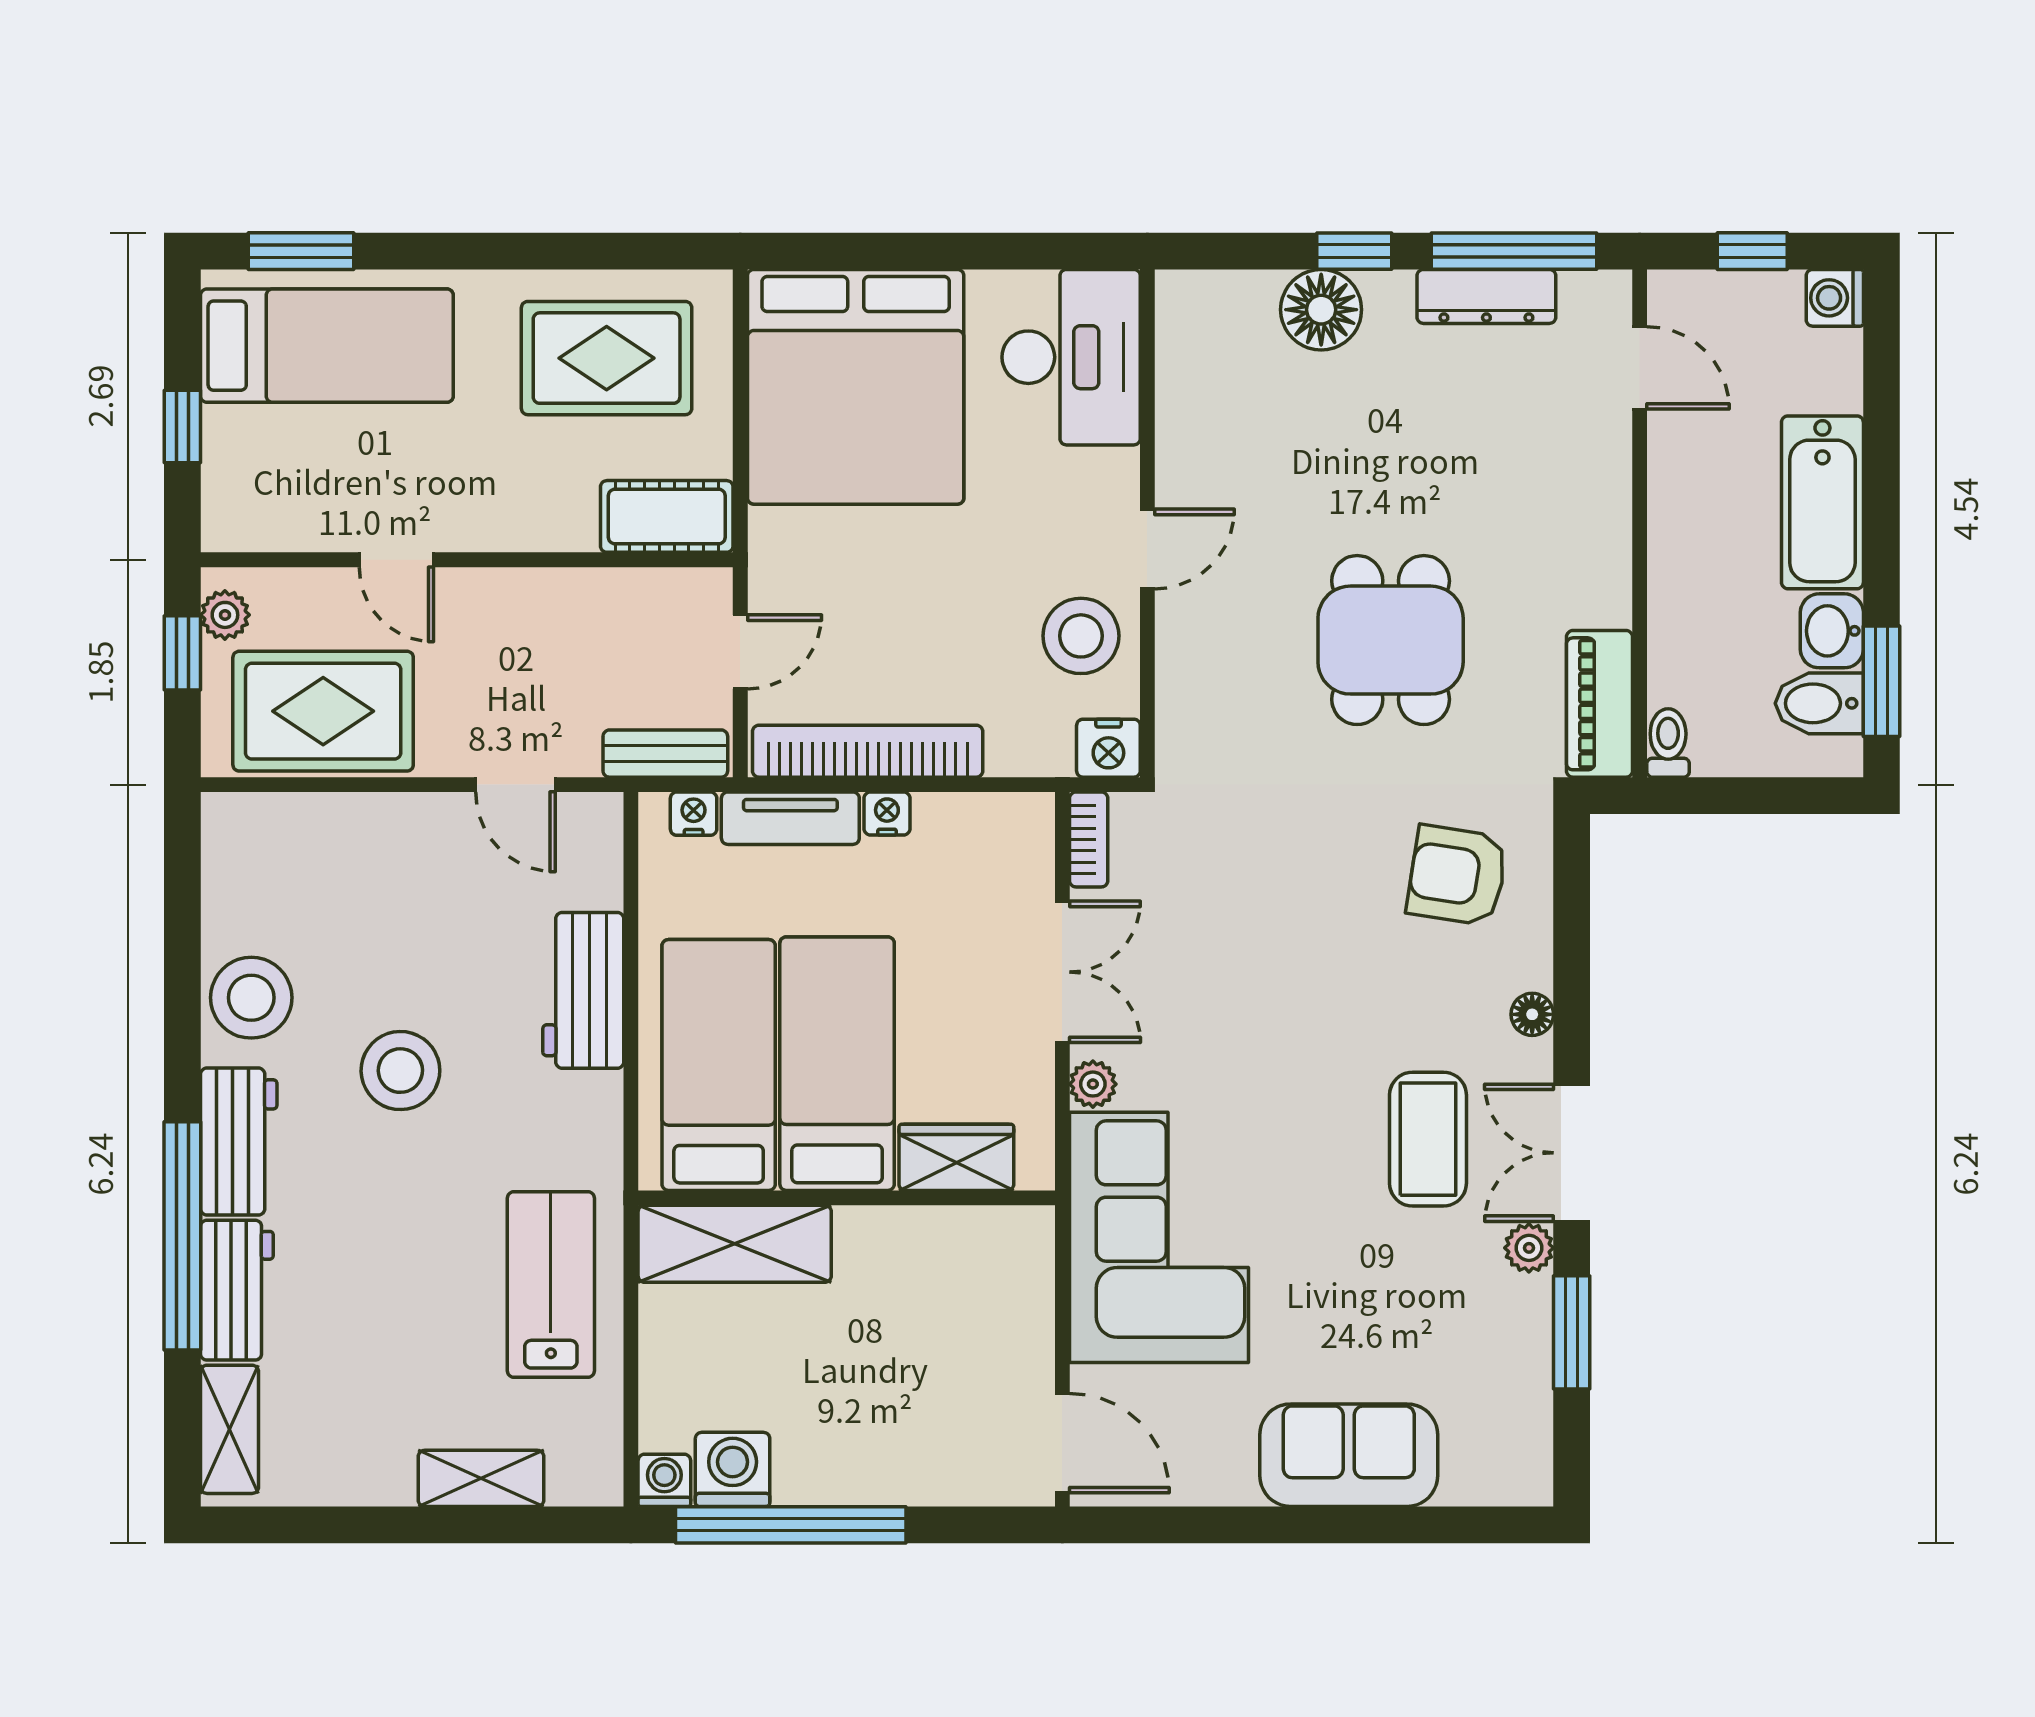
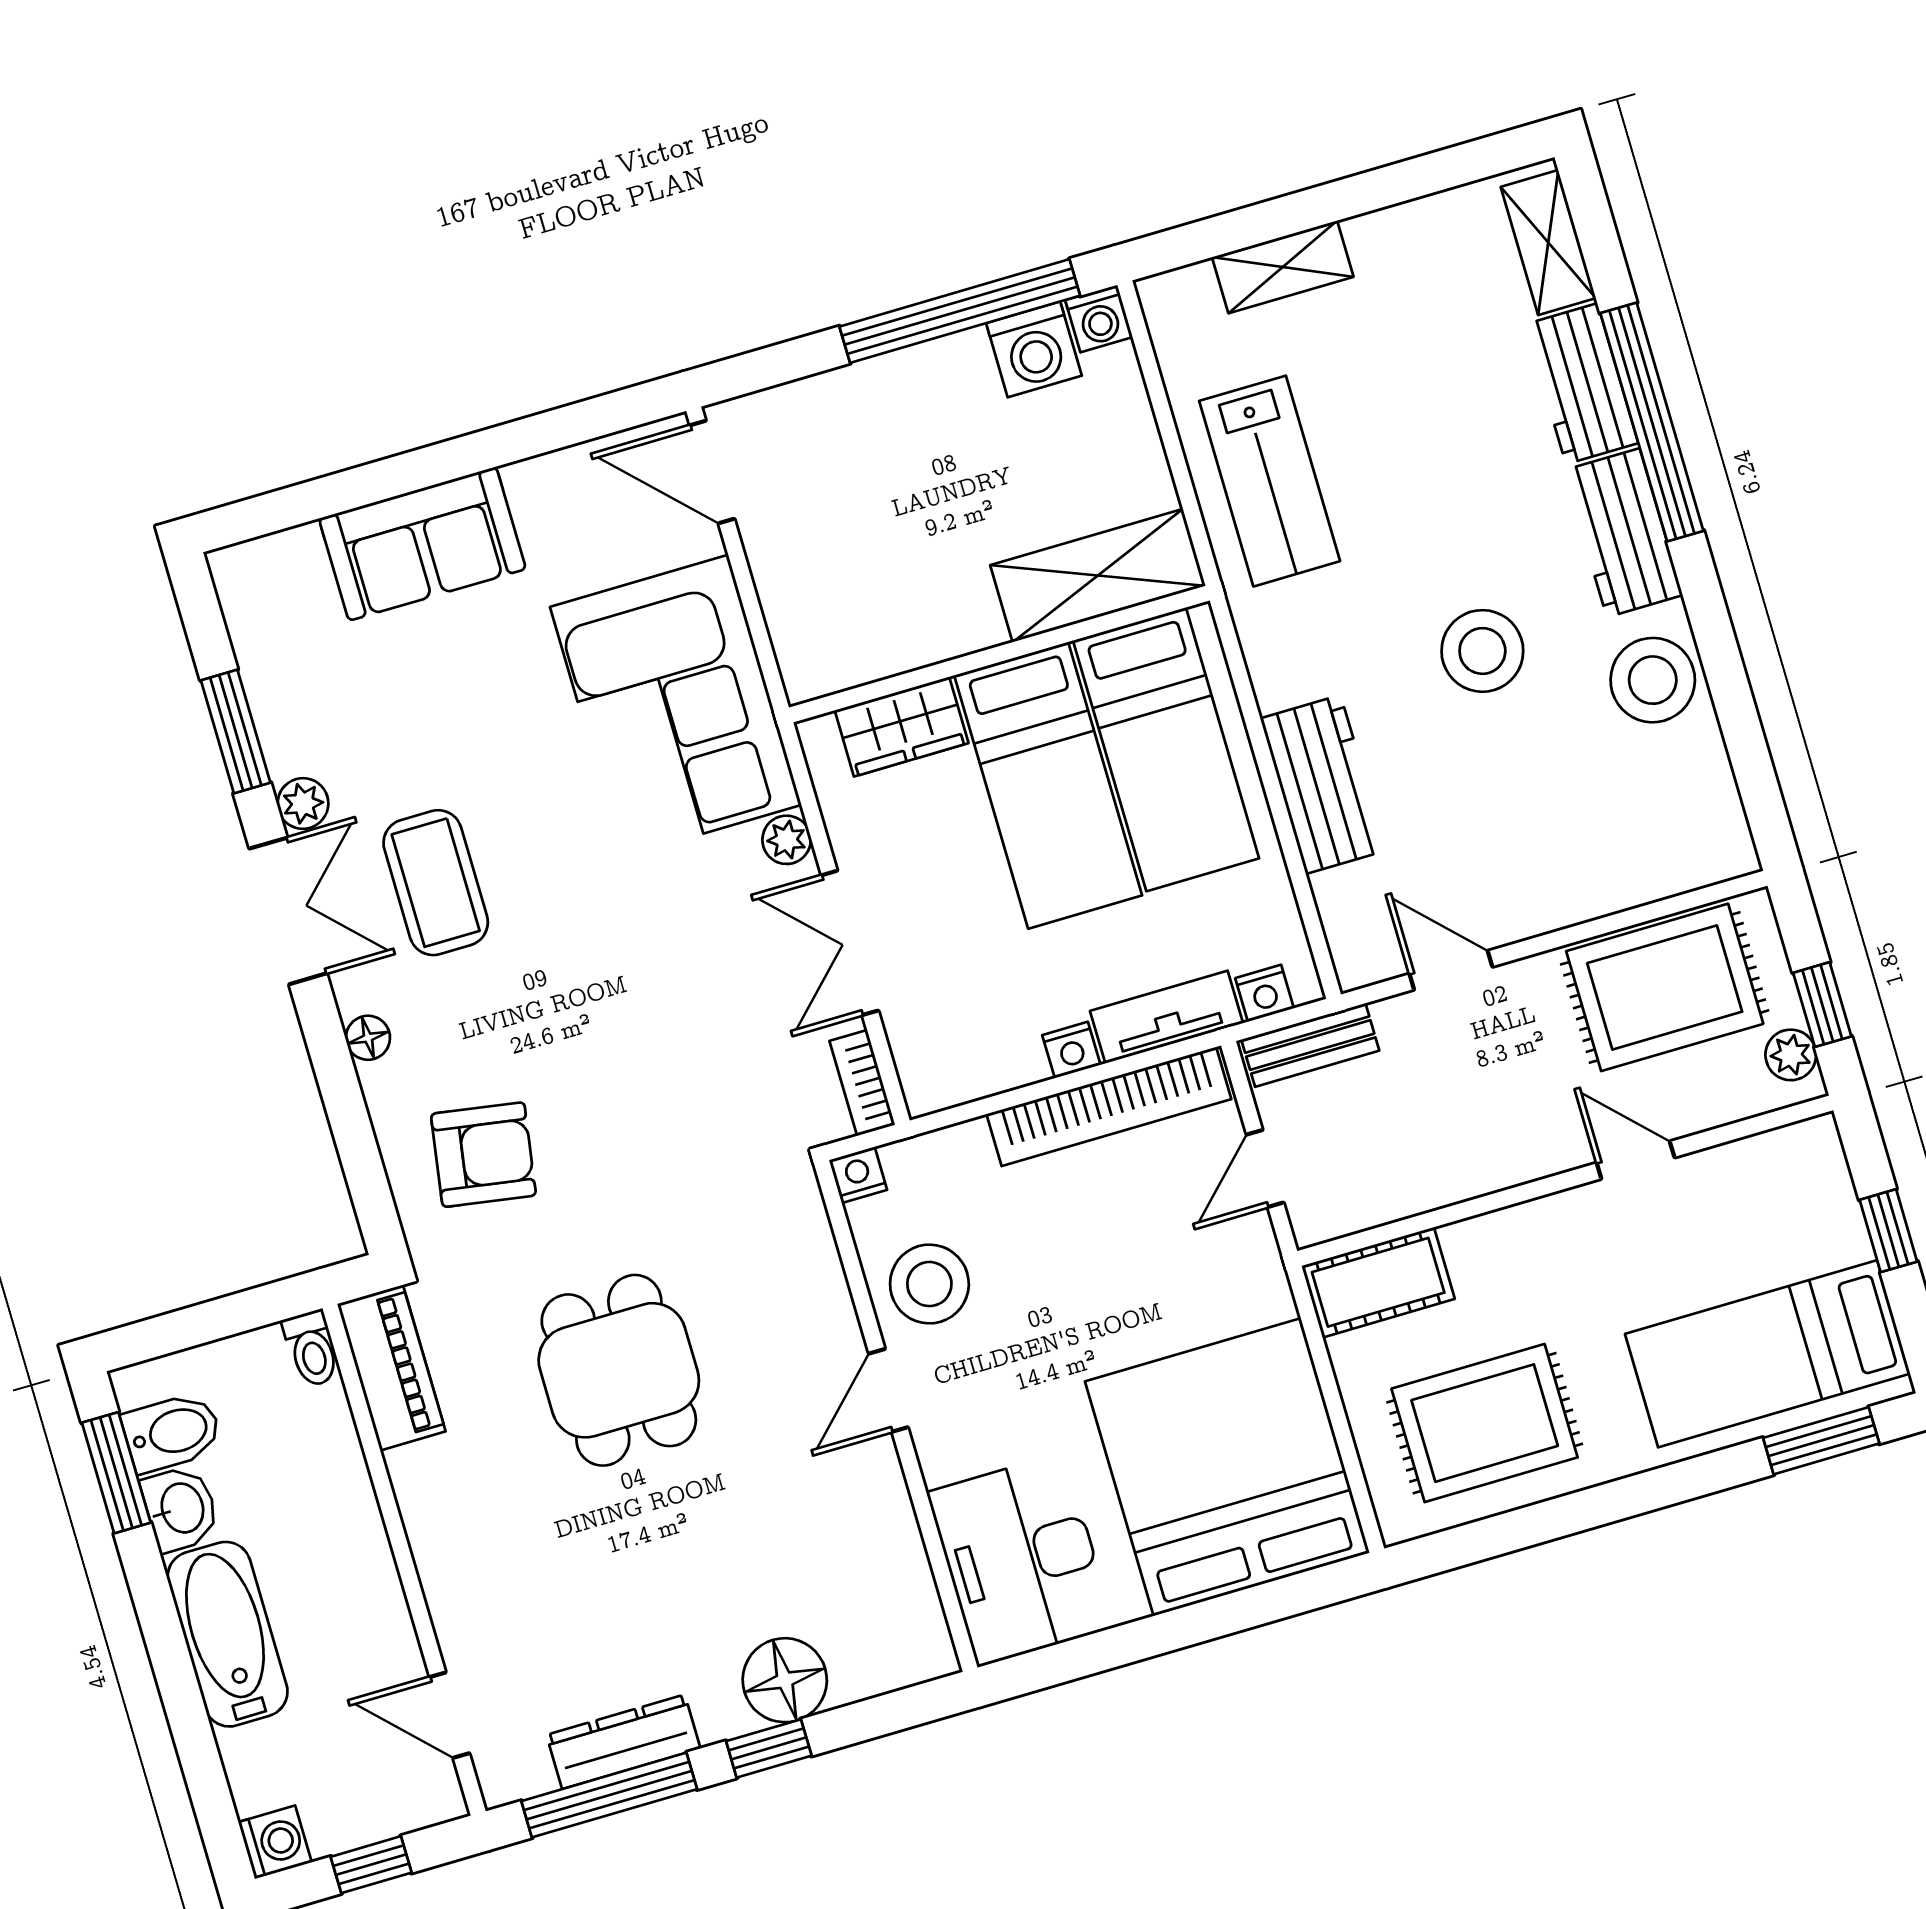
nightstand: (1108, 748) -> (858, 1175), width x0.72, depth x0.74

